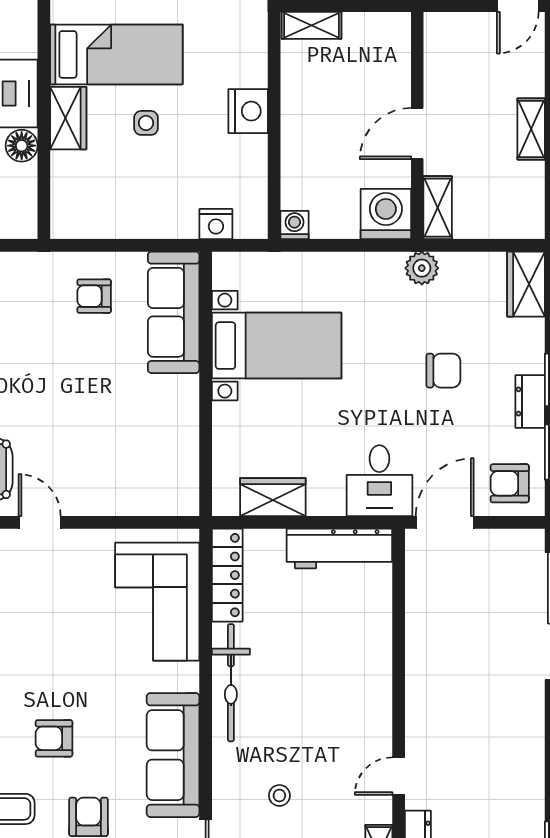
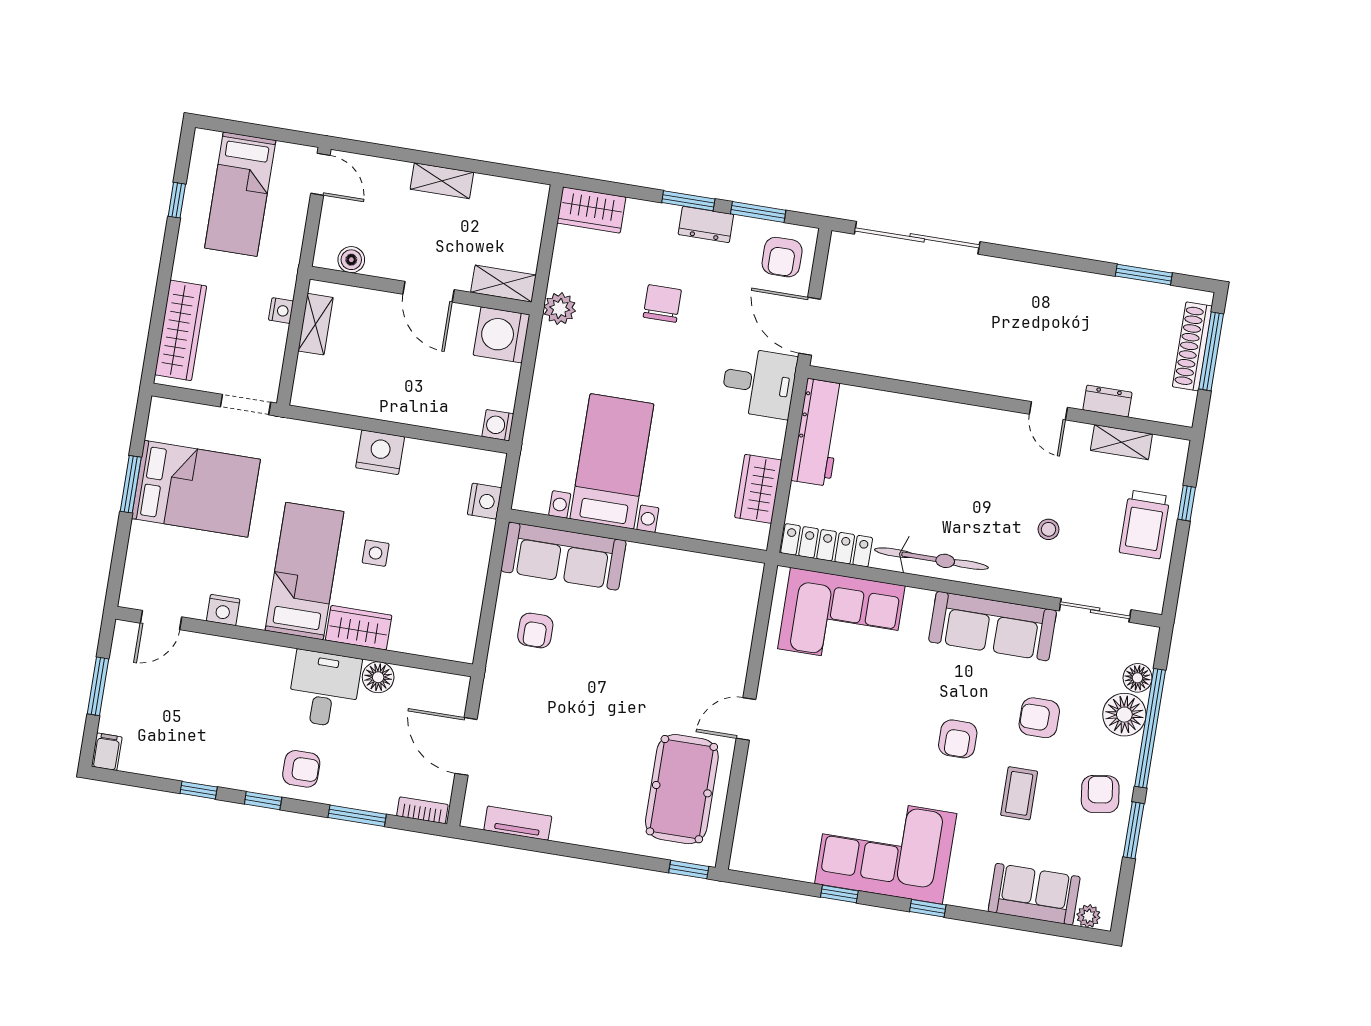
shelving: (312, 25) -> (316, 324), moved
boiler: (437, 51) -> (351, 260), added

